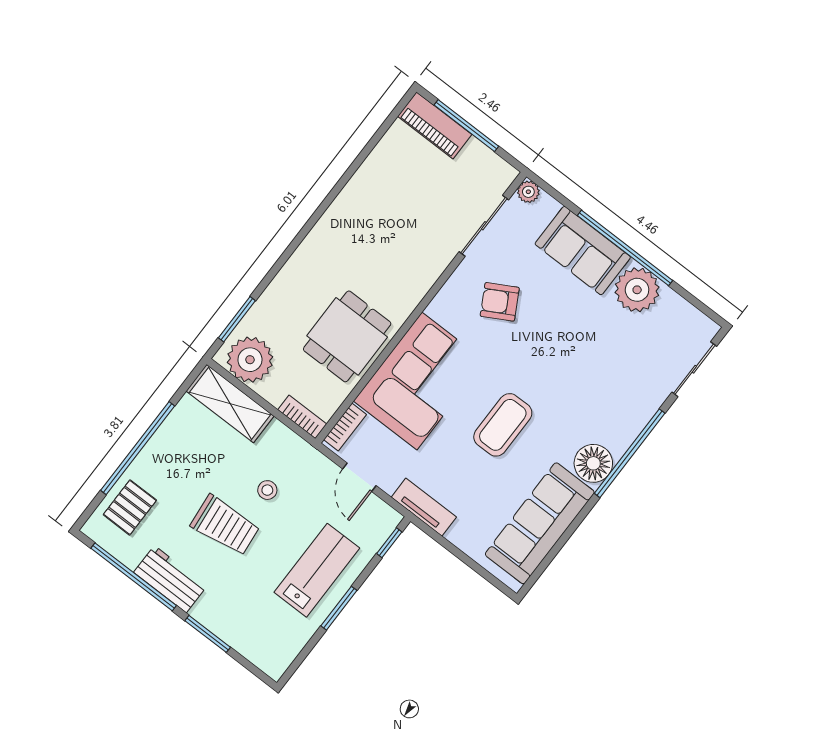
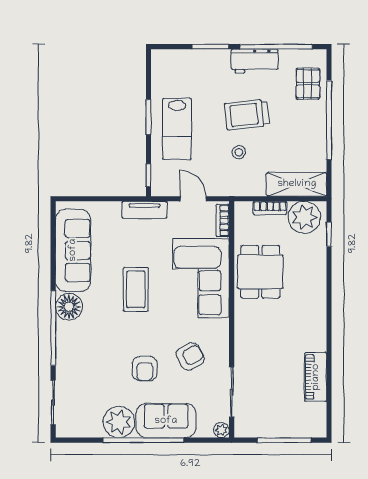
piano: (435, 125) -> (316, 377), moved, turned -90
window: (237, 319) -> (329, 234), width x0.67
armchair: (562, 328) -> (145, 369), added
bookcase: (302, 417) -> (270, 208), moved

